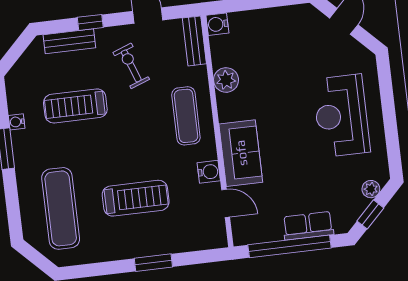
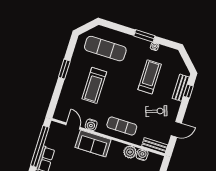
window: (90, 22) -> (188, 91), moved
water cooler: (217, 24) -> (142, 155), moved
door: (226, 203) -> (73, 126), swing flipped
window: (153, 263) -> (64, 69), moved

